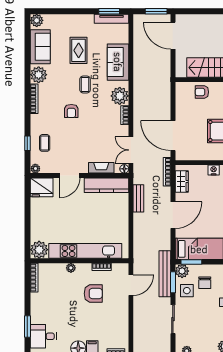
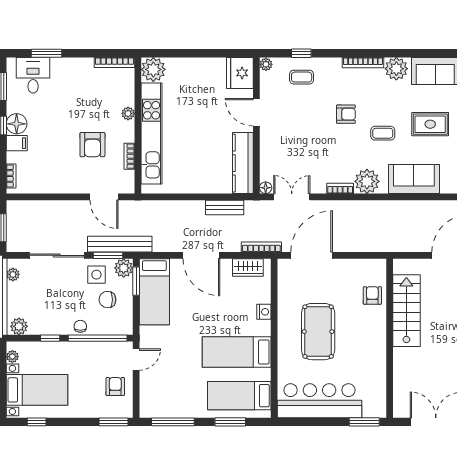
armchair: (71, 111) -> (346, 114), turned 180
fireplace: (101, 168) -> (267, 156), removed
sliding door: (173, 319) -> (57, 255), width x1.37

